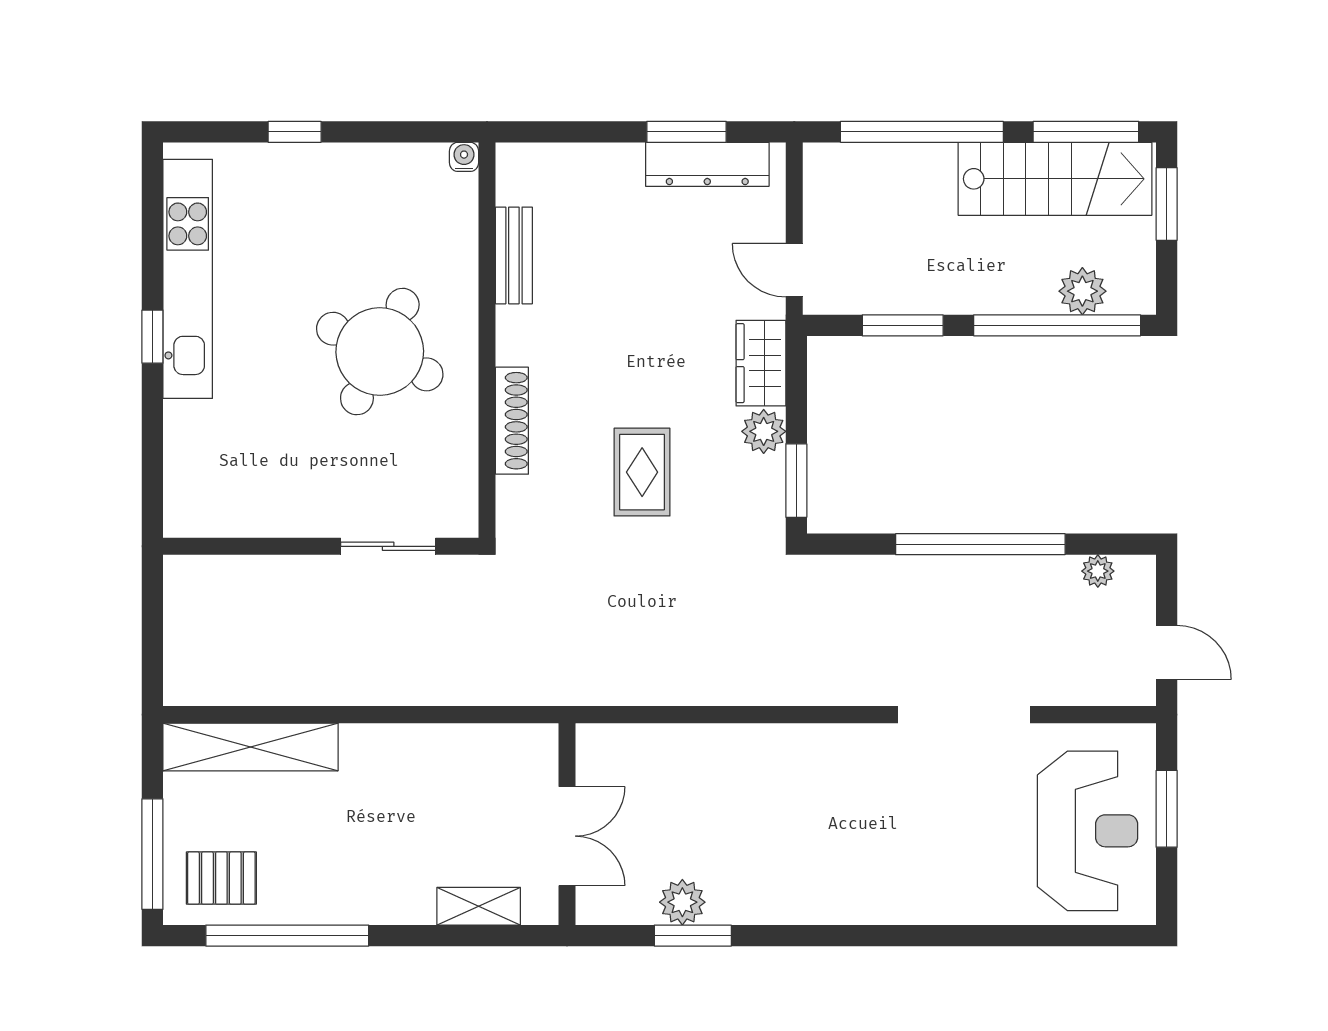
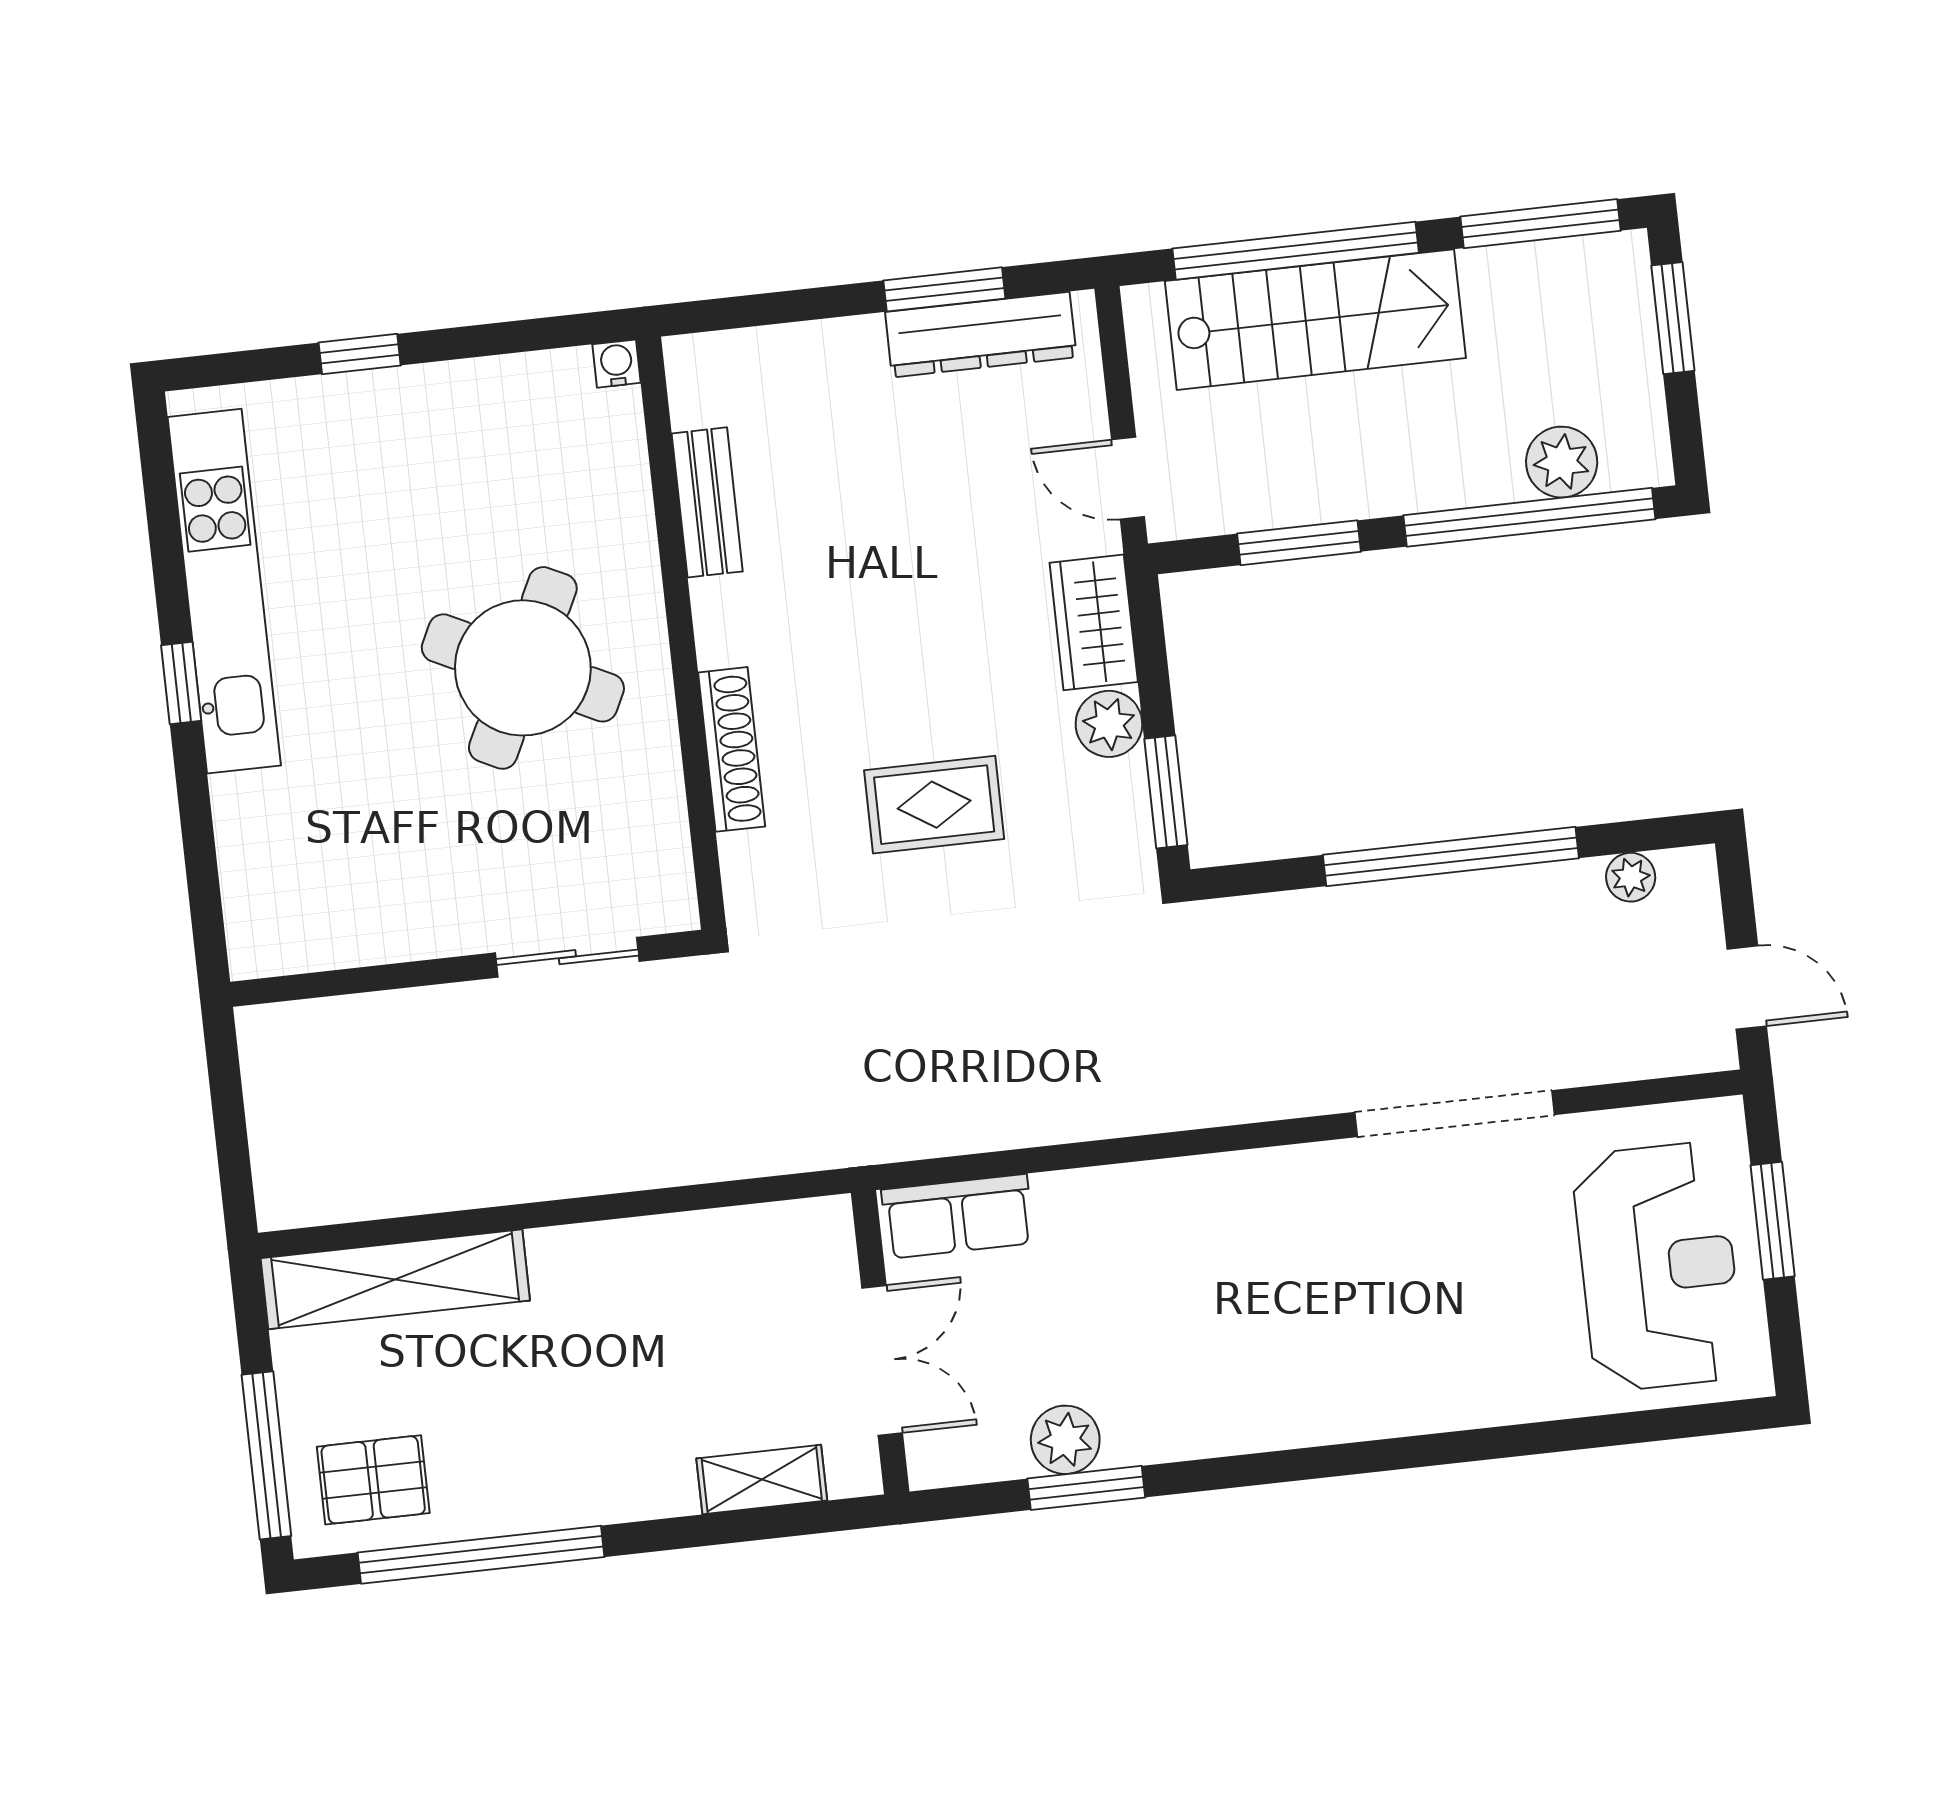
stairs: (1055, 179) -> (1315, 320), moved
rug: (642, 472) -> (934, 805), turned 90
row of seats: (627, 746) -> (958, 1216), added

